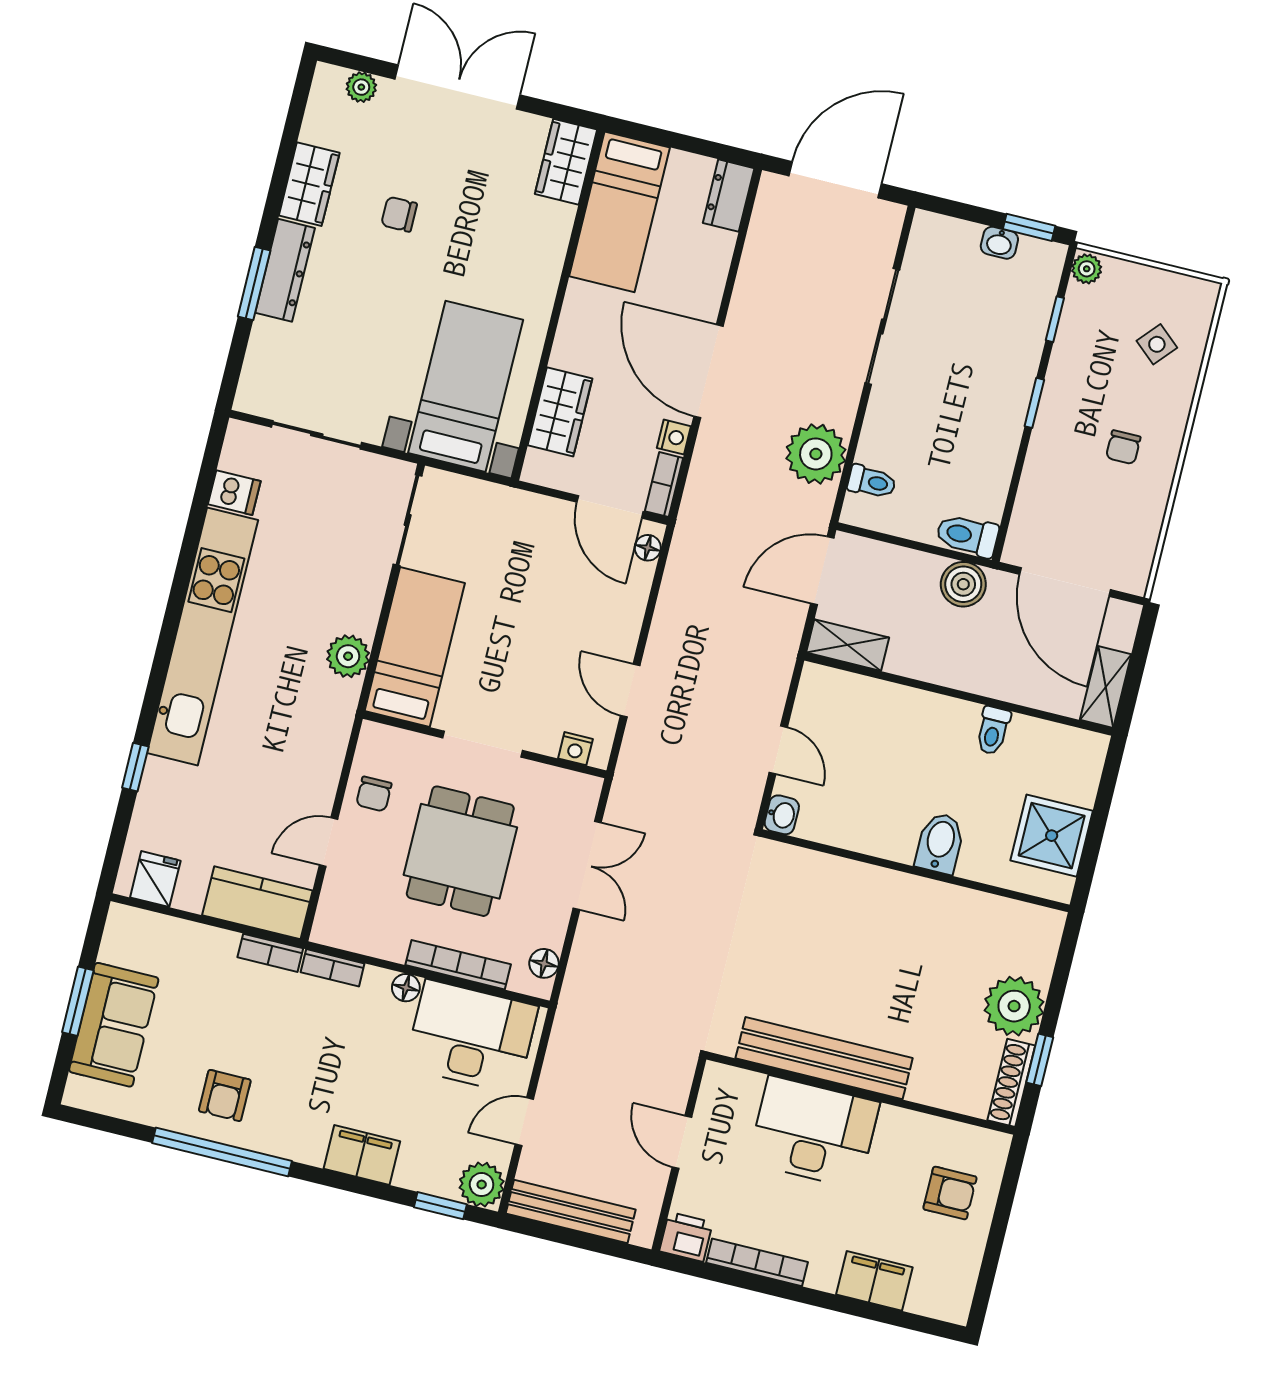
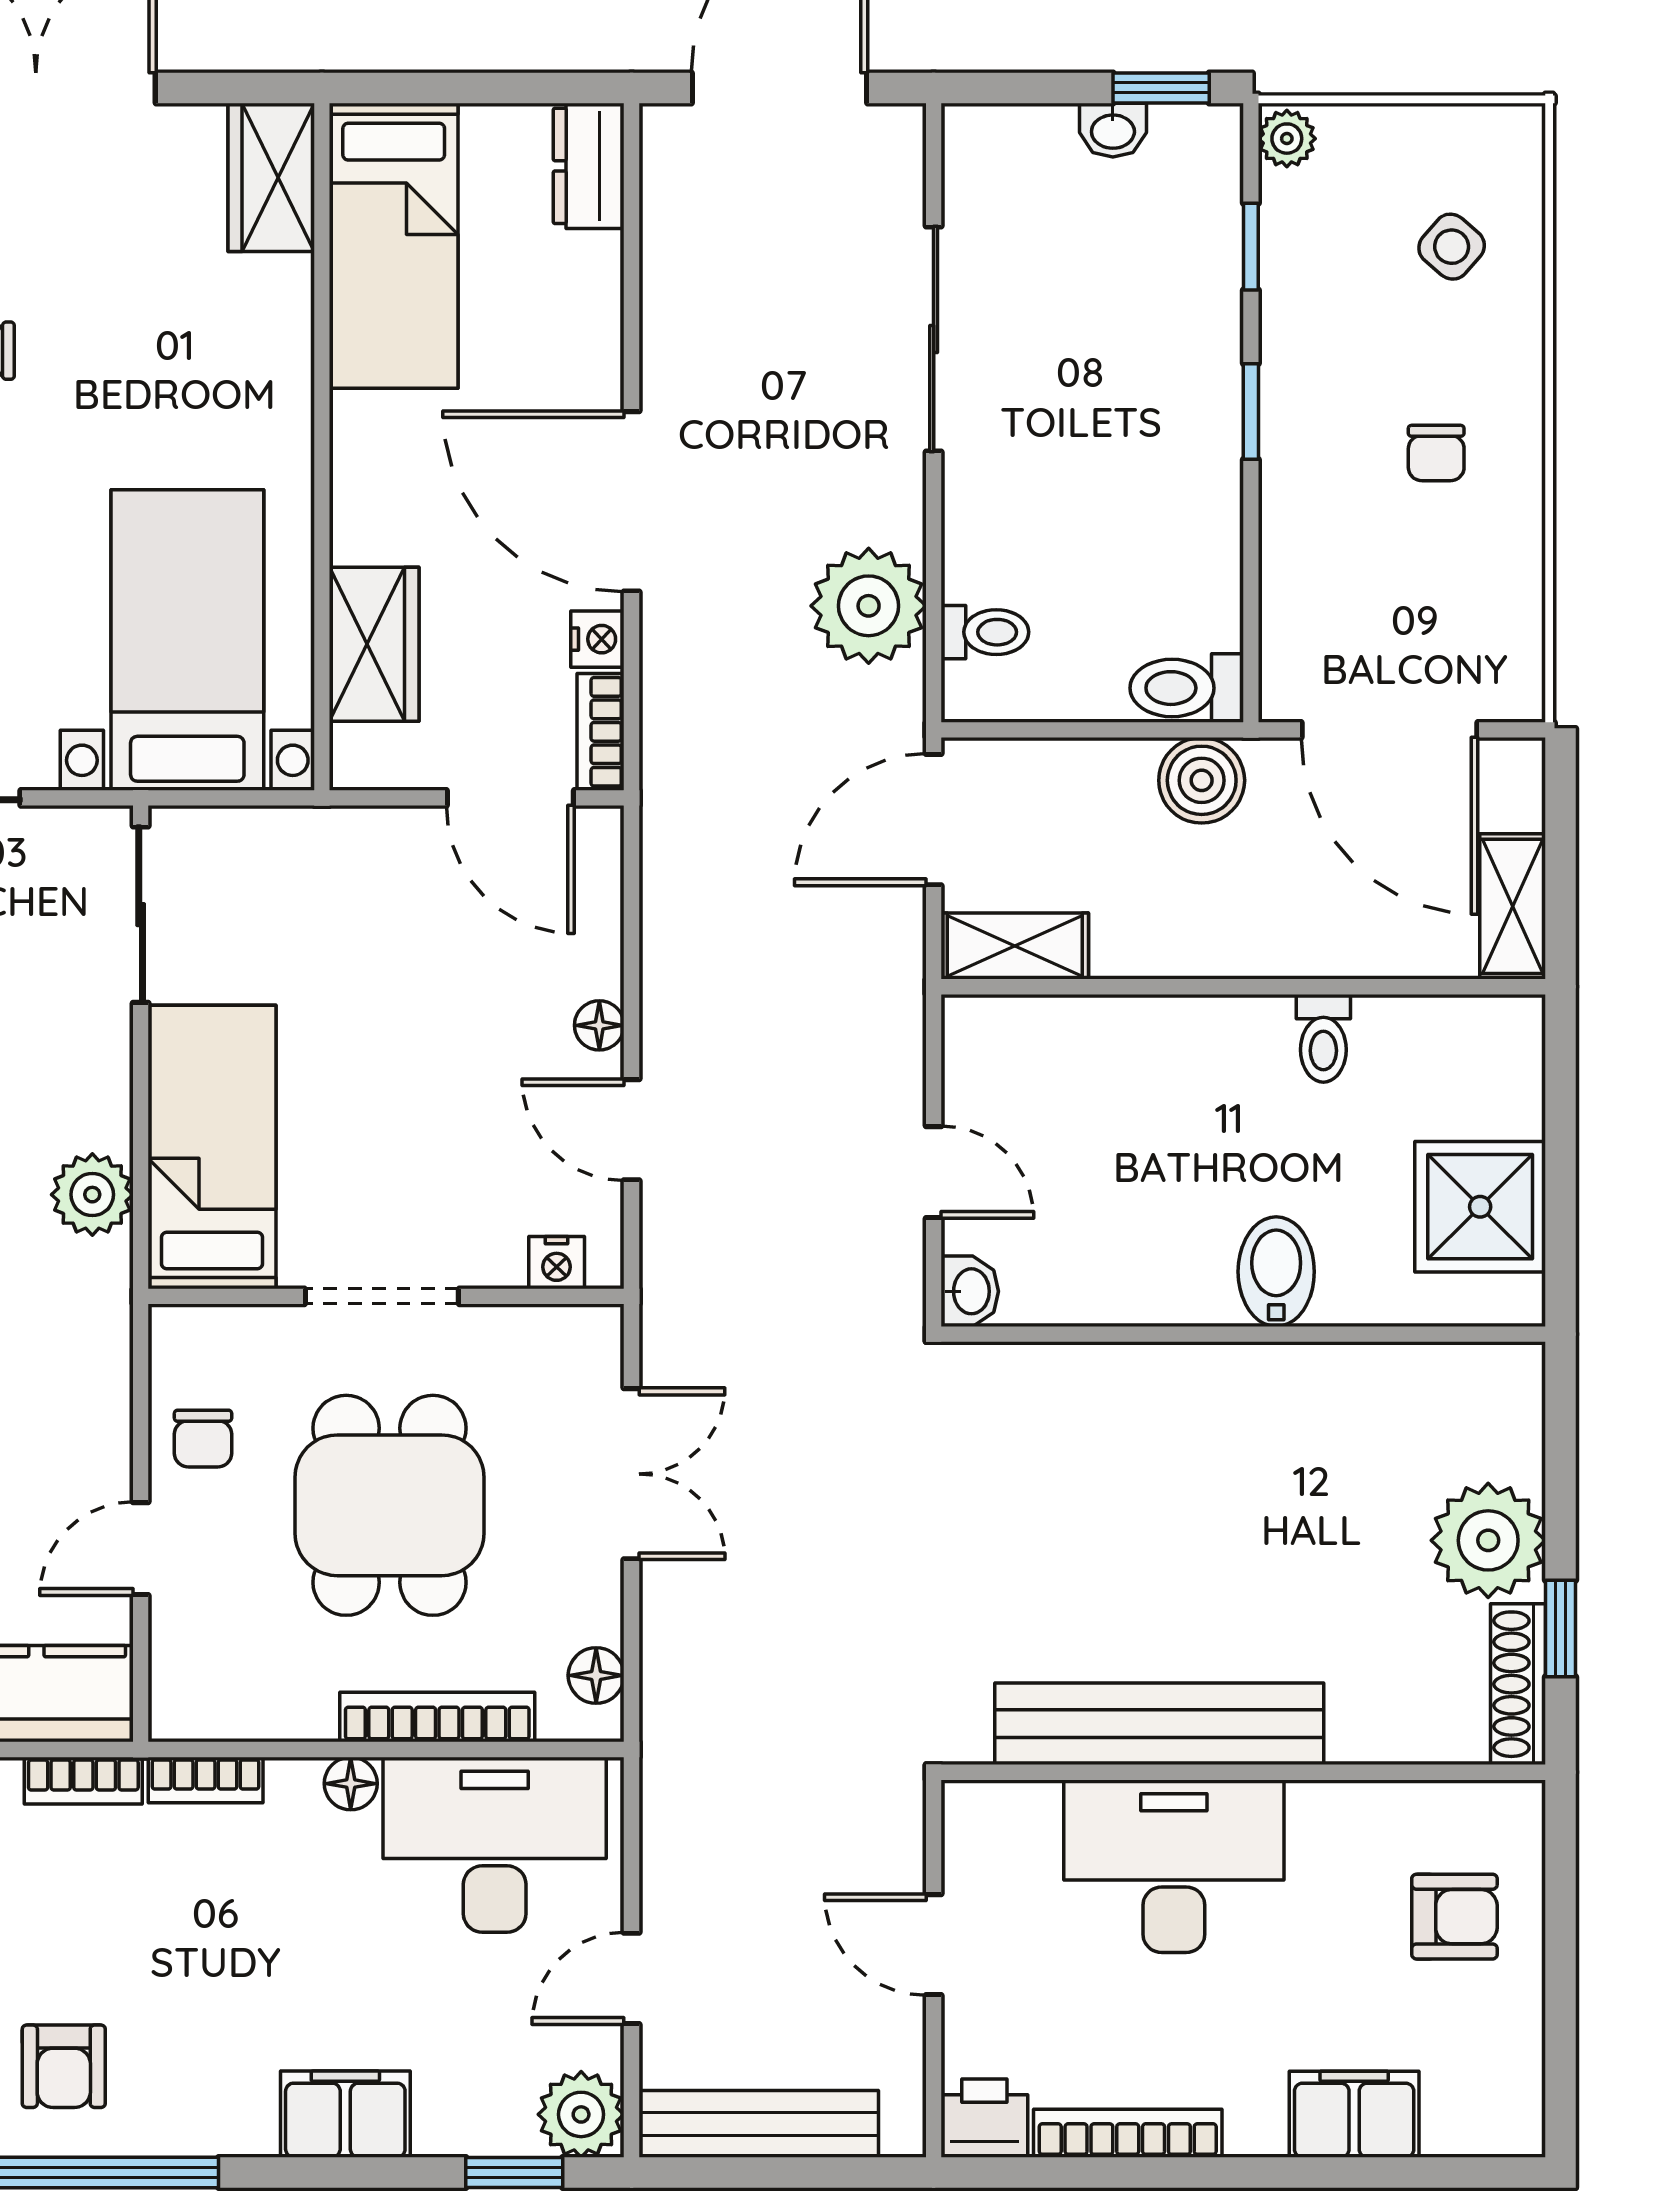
floor lamp: (648, 548) -> (599, 1025), moved

